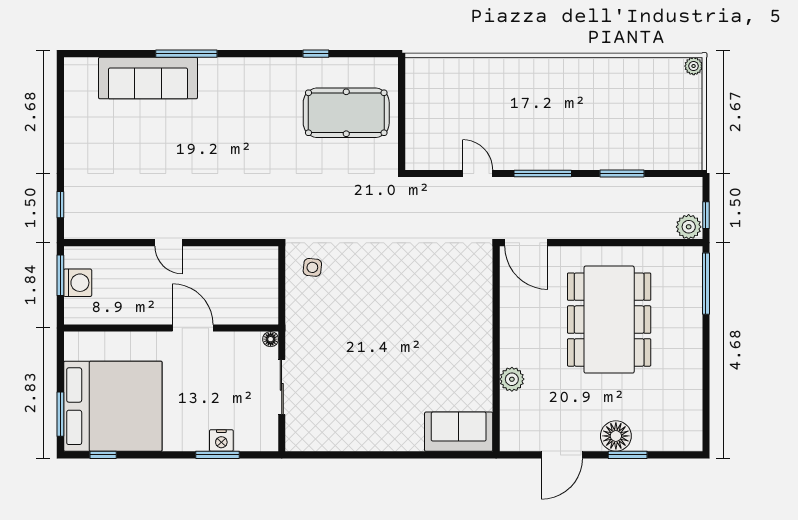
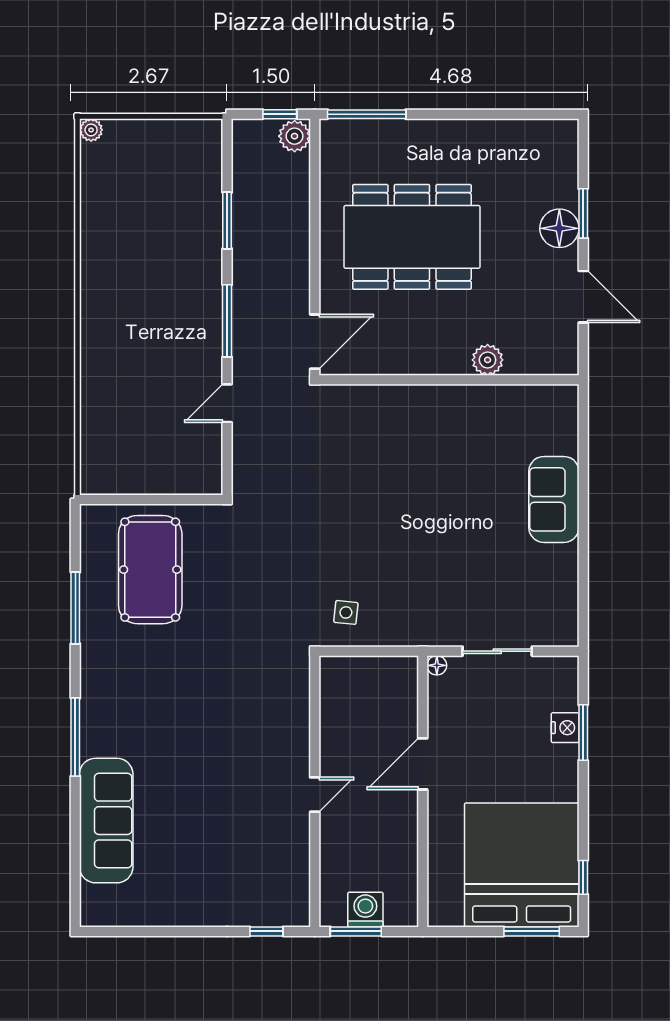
window: (186, 54) -> (75, 737), moved
window: (316, 54) -> (75, 608), width x2.17
sofa: (459, 432) -> (554, 499), moved

